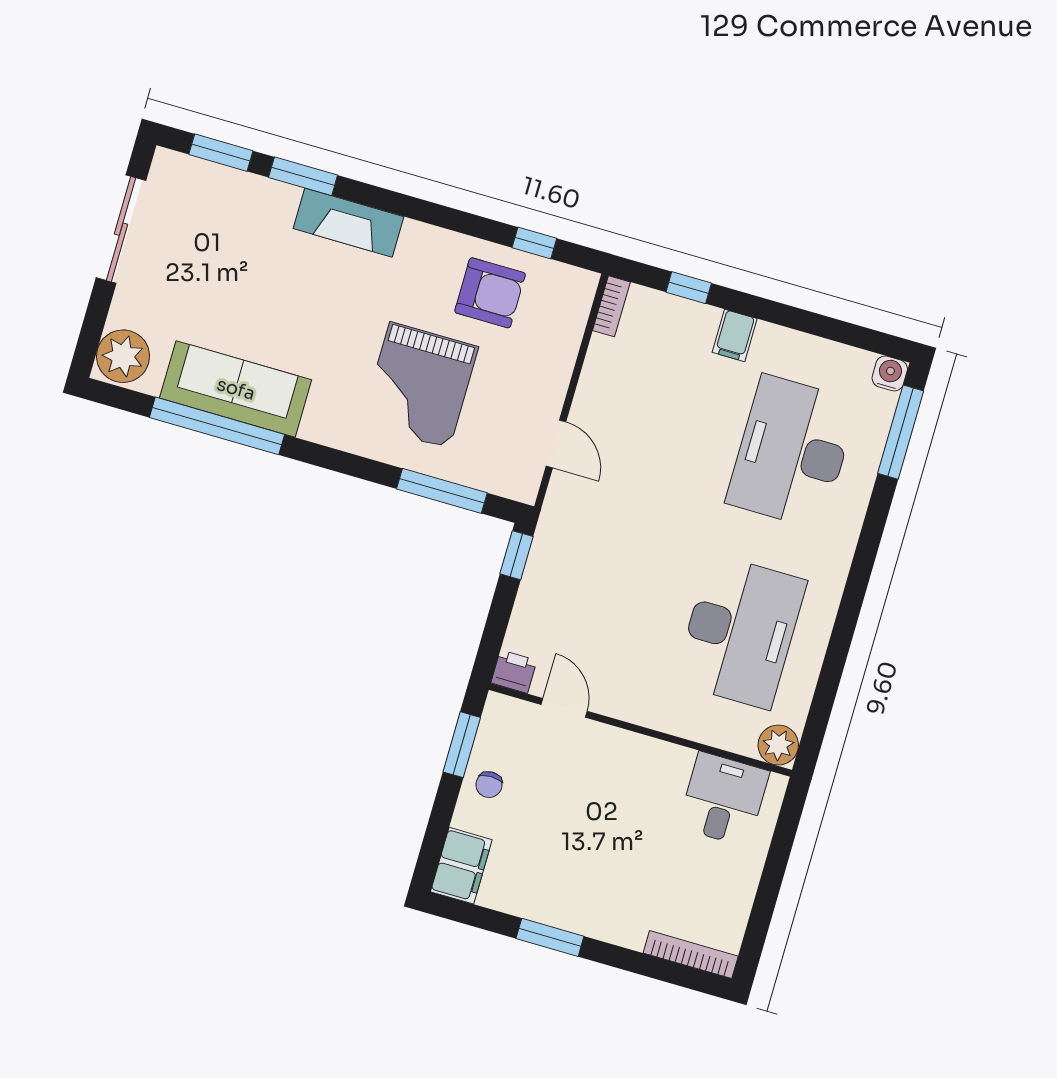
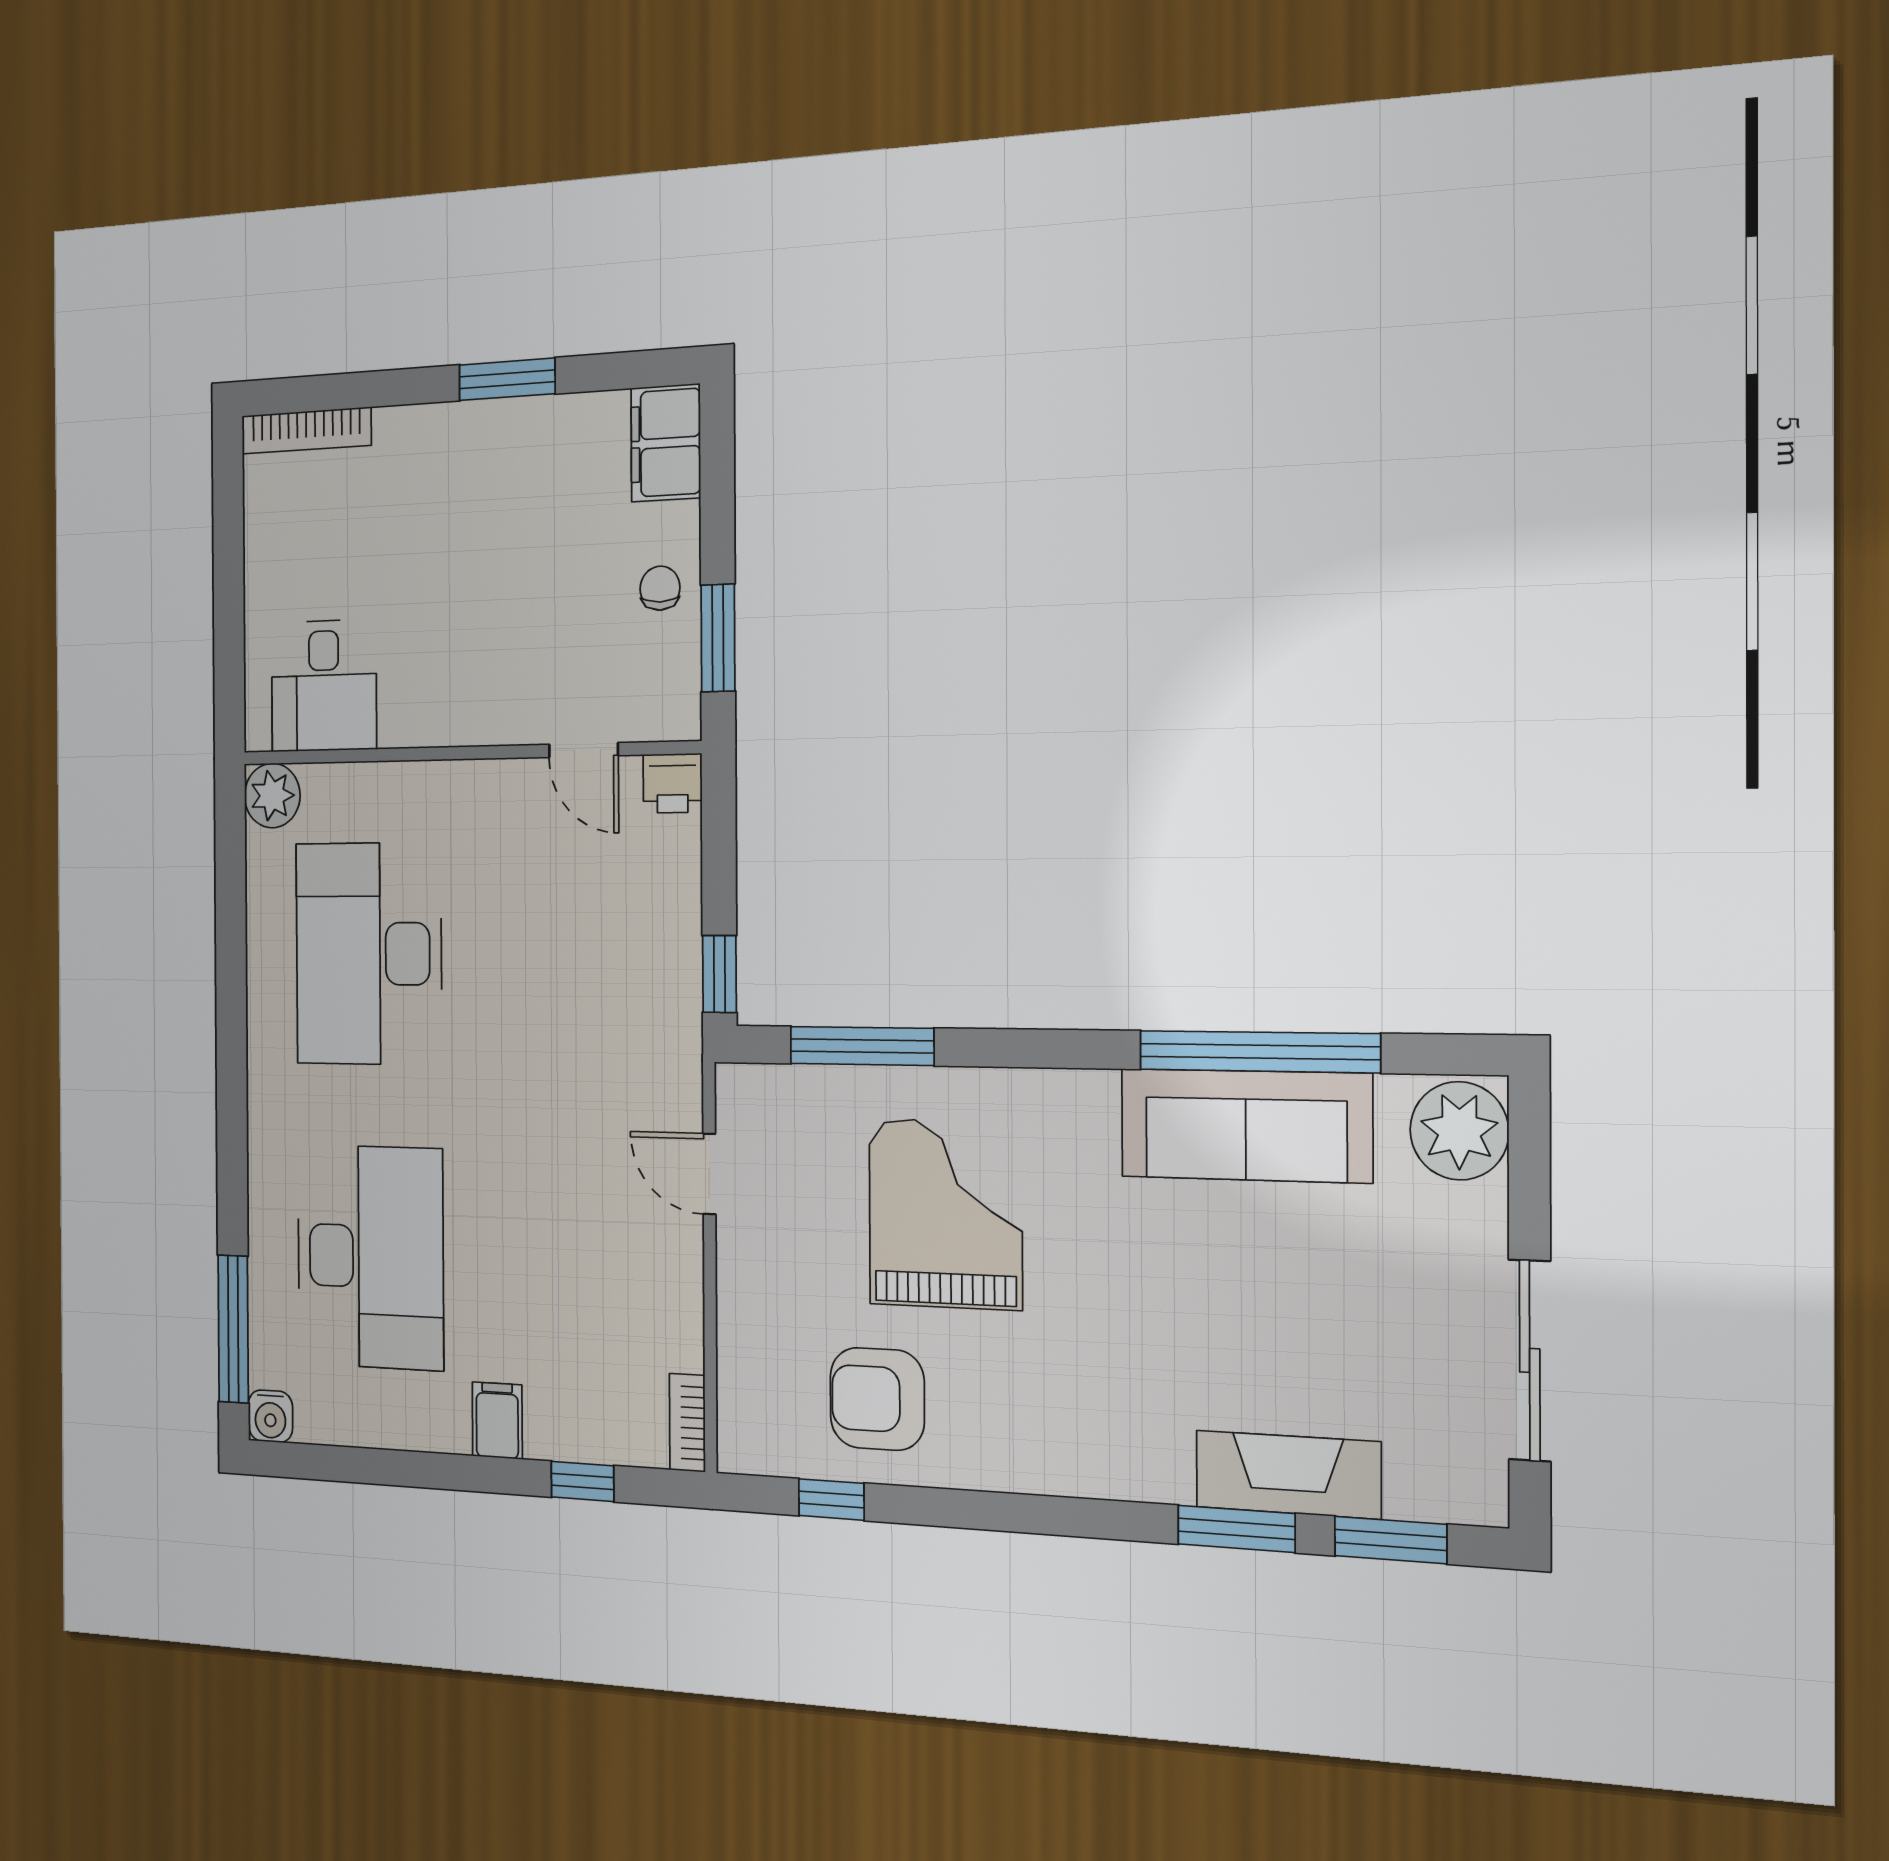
fireplace: (349, 223) -> (1288, 1475), moved

